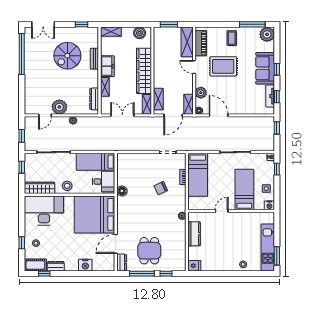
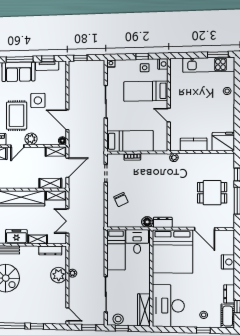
window: (277, 69) -> (20, 59), width x2.17
window: (22, 86) -> (37, 326), added
side table: (237, 87) -> (38, 100), added
plant: (201, 93) -> (31, 139), moved
plant: (59, 107) -> (59, 275), moved
door: (45, 115) -> (67, 314), moved
door: (173, 115) -> (67, 168), hinge flipped
door: (219, 115) -> (67, 120), hinge flipped
window: (277, 169) -> (142, 56), moved
stool: (67, 186) -> (118, 319), moved
chair: (161, 188) -> (121, 200), moved
dresser: (122, 262) -> (163, 222), moved
fridge: (194, 266) -> (223, 142), width x1.88, depth x1.34

